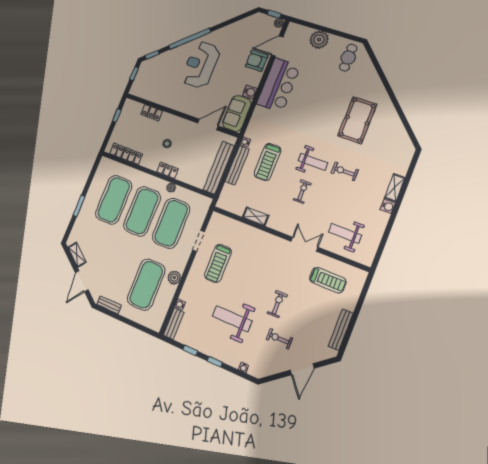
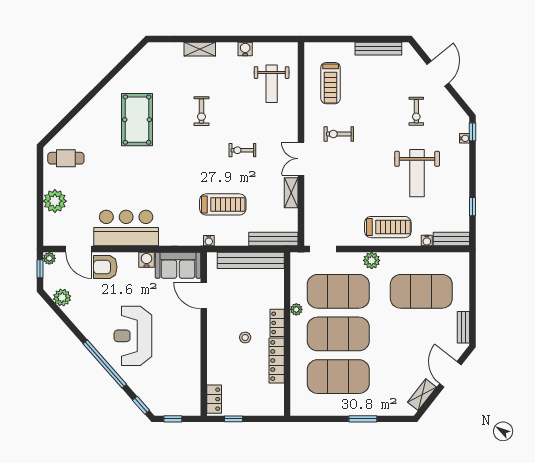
plant: (247, 23) -> (62, 298), added
armchair: (257, 61) -> (105, 267), turned 90
reception desk: (201, 65) -> (133, 336), turned 90
locker: (152, 113) -> (214, 399), moved
pool table: (357, 120) -> (137, 120), turned 90
locker: (126, 154) -> (277, 360), moved
weight bench: (313, 162) -> (203, 152), removed
bench: (237, 165) -> (273, 239), moved
water cooler: (388, 206) -> (245, 49), moved
doorway: (199, 241) -> (323, 249), moved
double door: (304, 244) -> (301, 159), moved
treadmill: (218, 263) -> (388, 227), moved
plant: (174, 278) -> (372, 260), moved
treadmill: (328, 280) -> (331, 83), turned 180
door: (82, 281) -> (450, 374), swing flipped
exercise bike: (277, 304) -> (339, 134), moved
window: (215, 362) -> (472, 132), moved
door: (302, 369) -> (438, 74), hinge flipped

